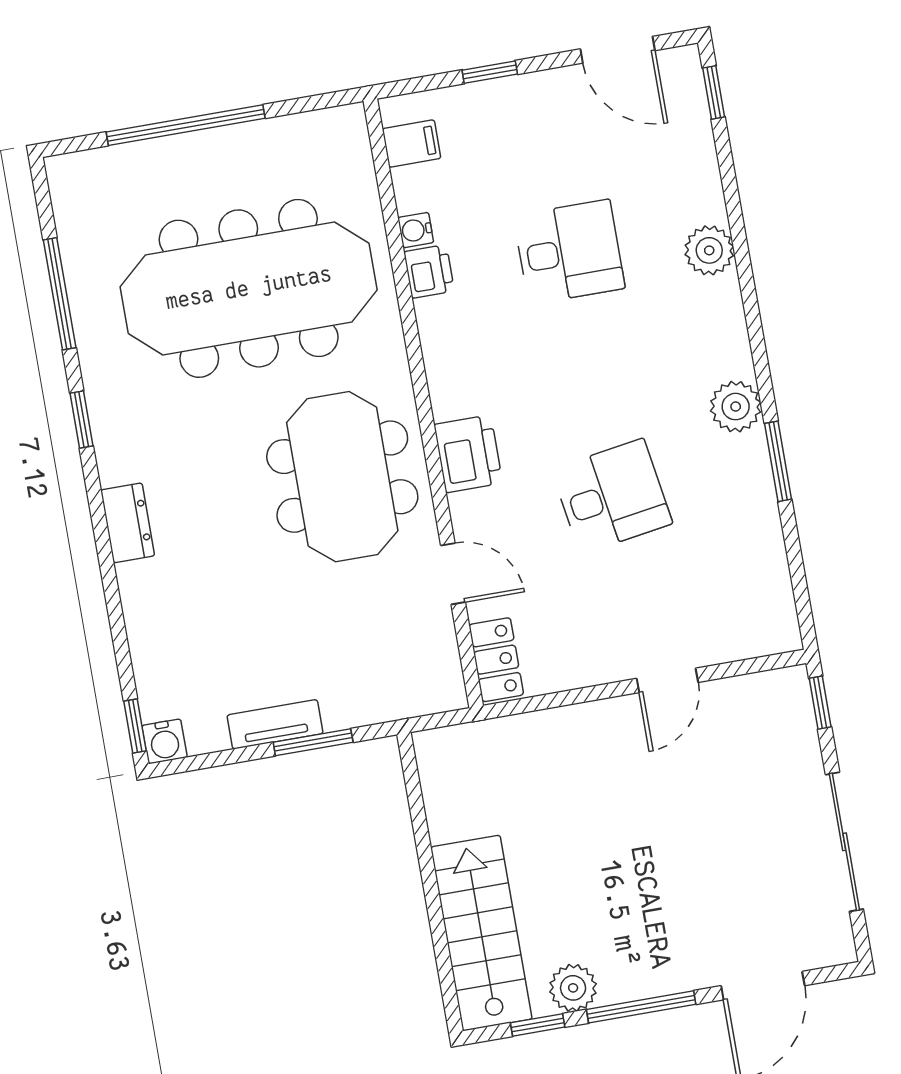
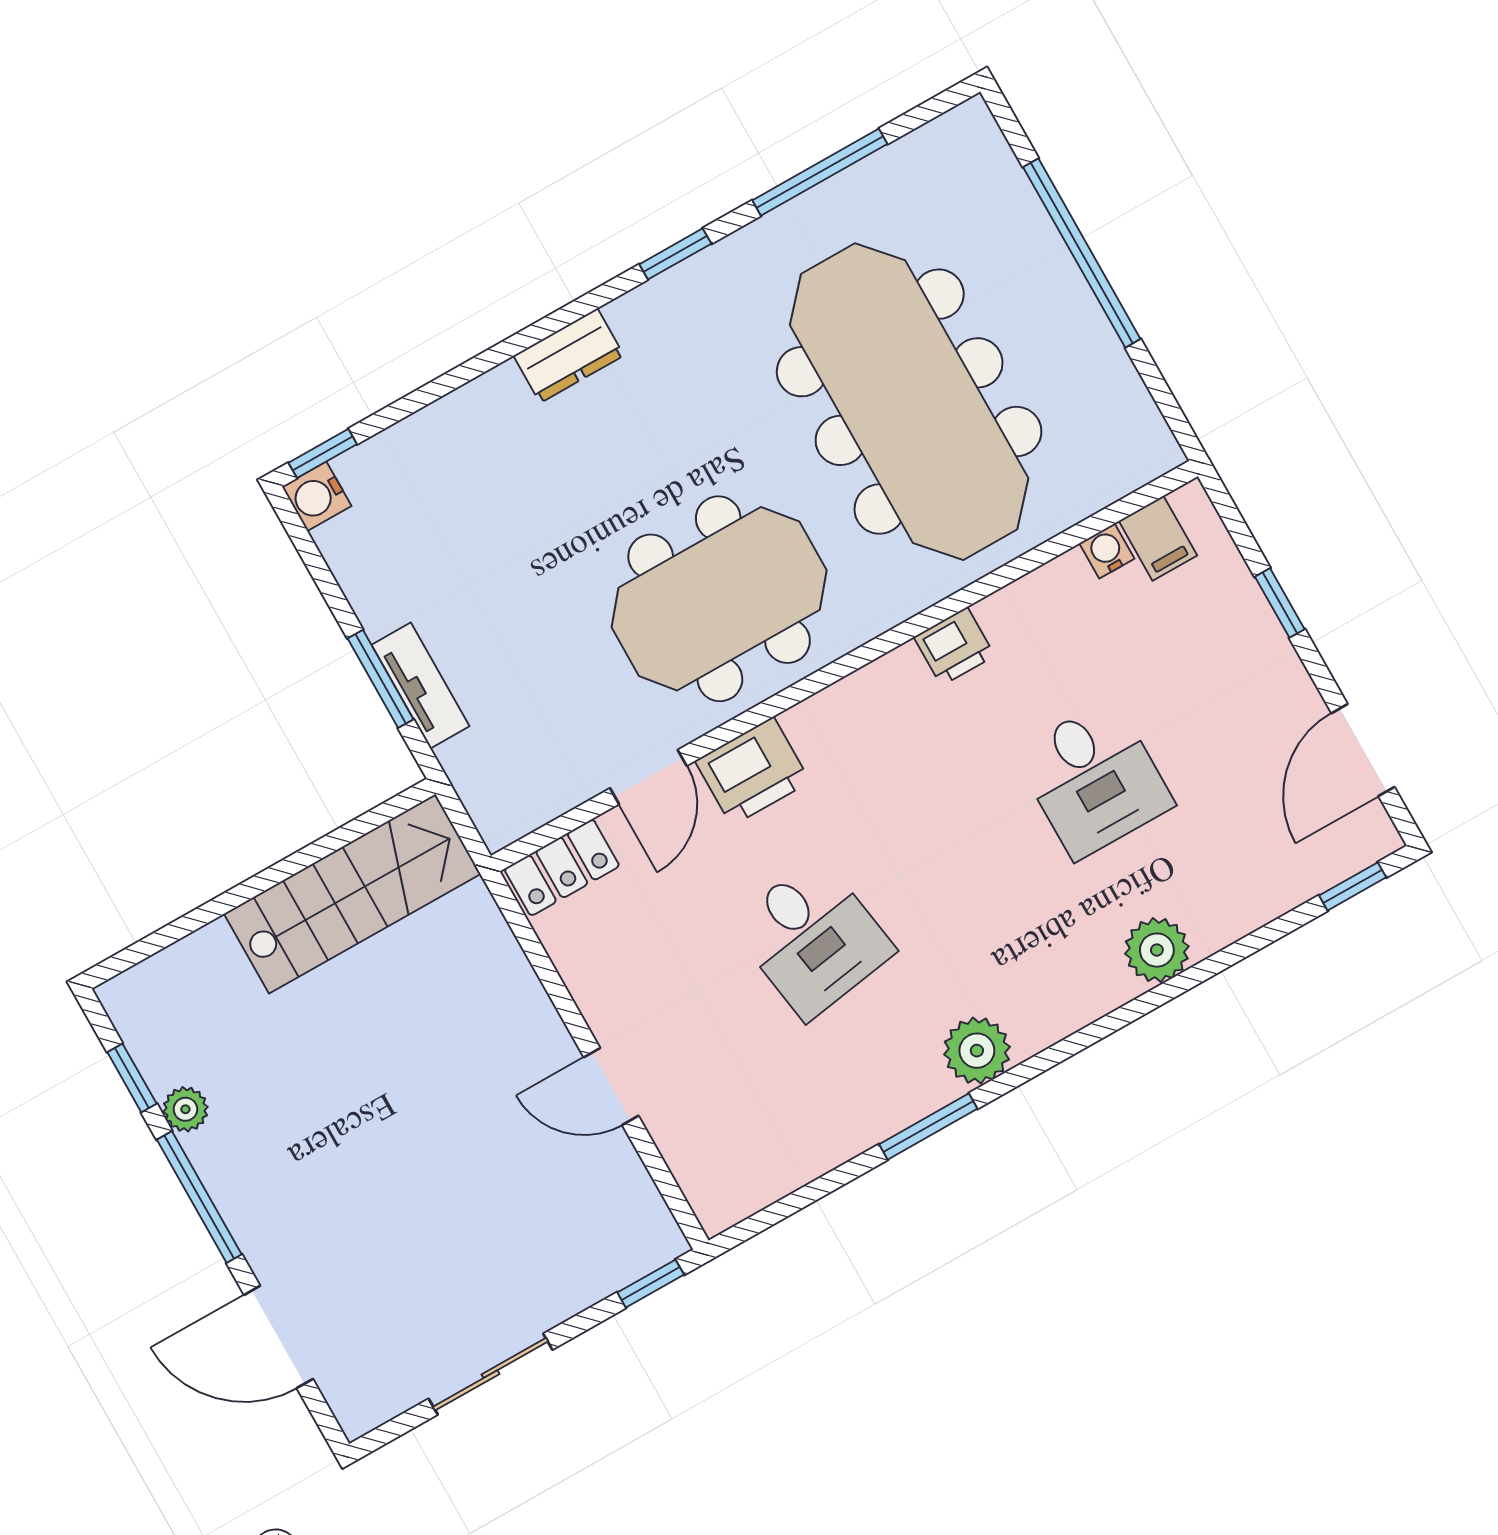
water cooler: (416, 230) -> (1107, 551), moved
printer: (429, 271) -> (954, 646), moved
printer: (468, 454) -> (753, 771), moved
tv unit: (275, 724) -> (420, 685), moved
sliding door: (844, 842) -> (490, 1374), width x0.73
stairs: (481, 933) -> (352, 894), moved
plant: (573, 988) -> (185, 1109), width x0.73, depth x0.73

